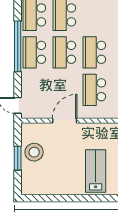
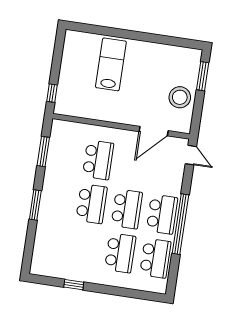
door: (65, 121) -> (154, 131), moved
window: (18, 158) -> (203, 76), moved
lab bench: (96, 171) -> (111, 64), turned 180

